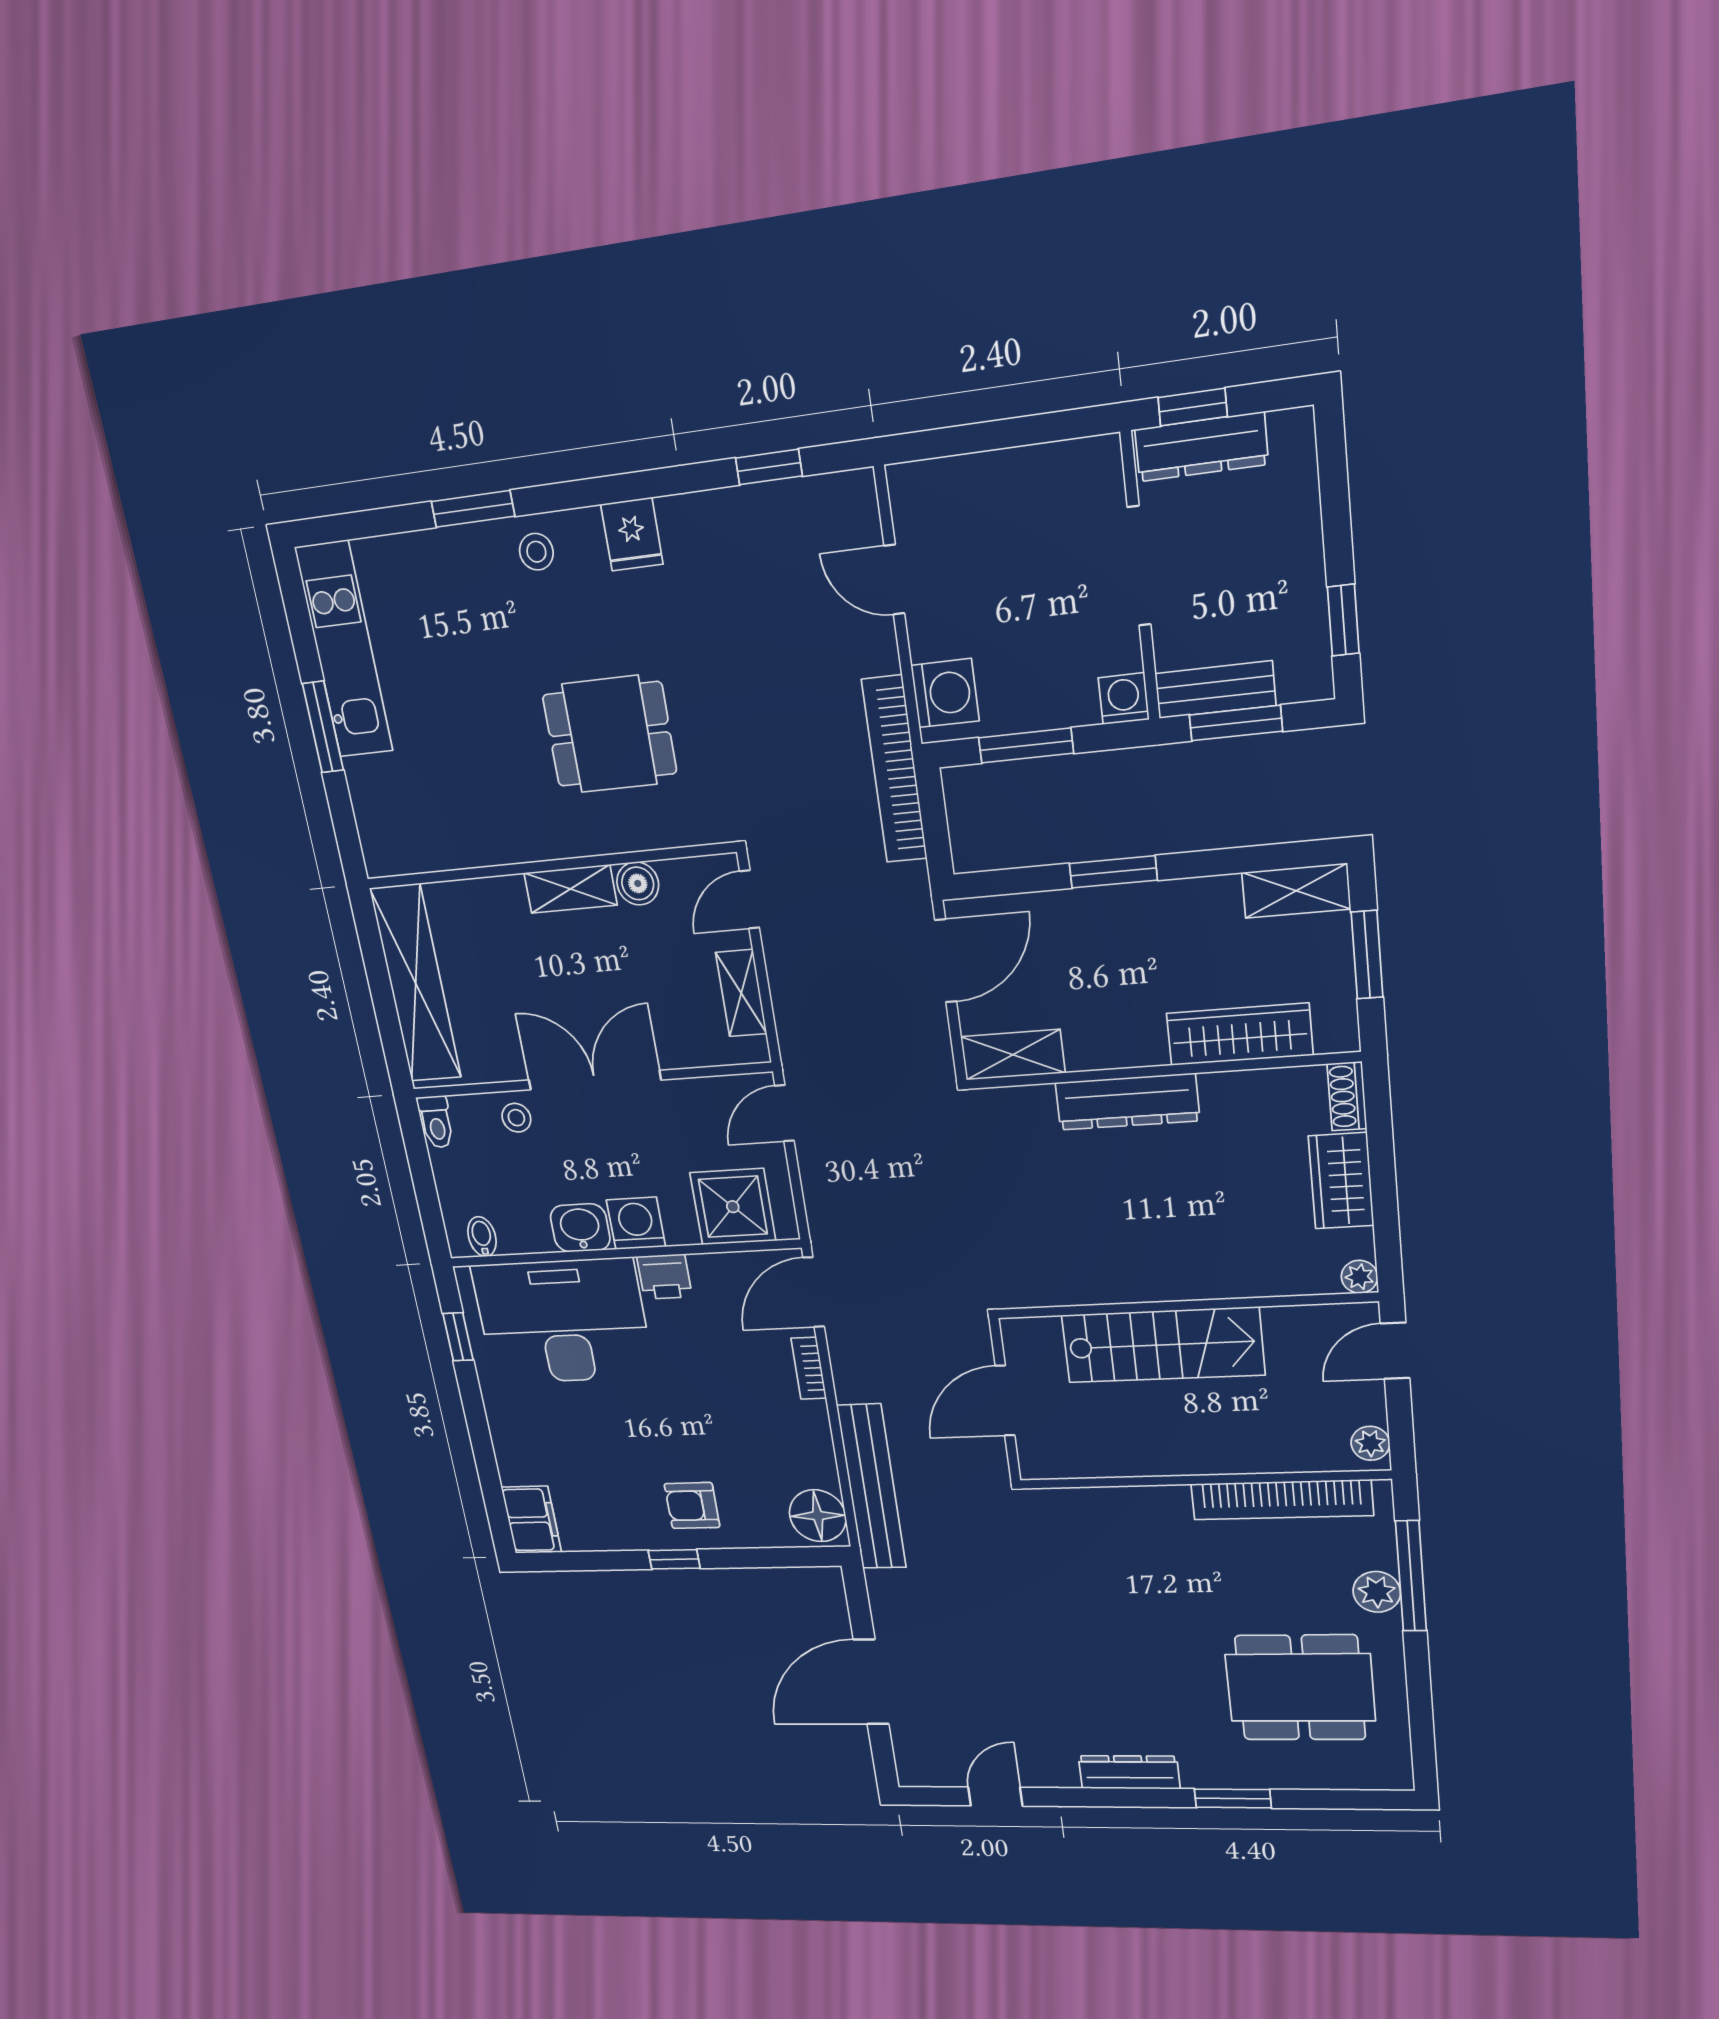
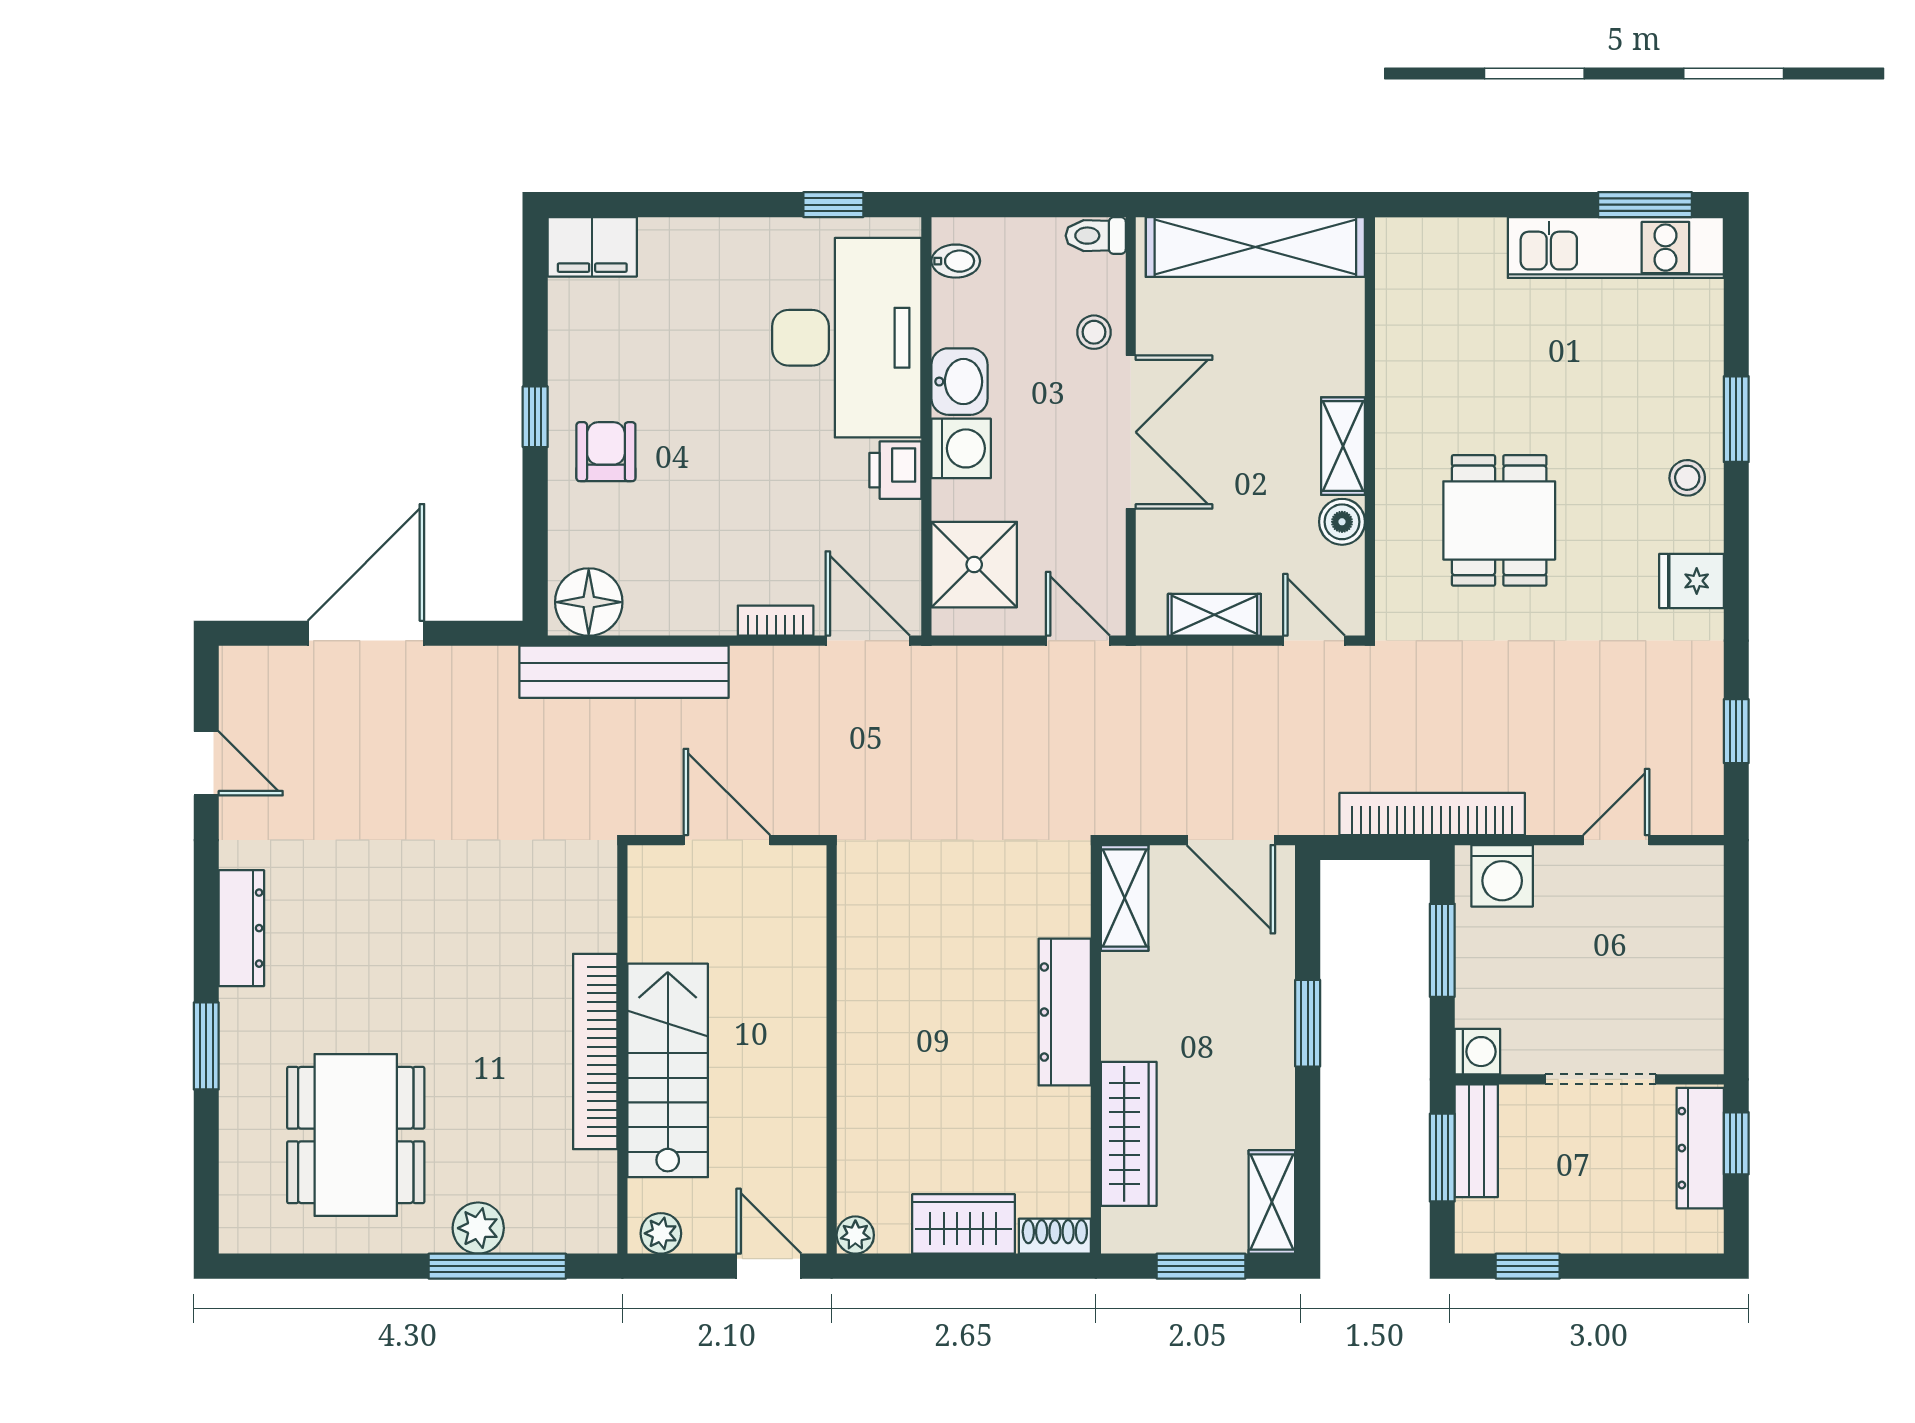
window: (323, 727) -> (1645, 205), moved
stairs: (1163, 1345) -> (668, 1070), moved, turned 180
bookcase: (1282, 1500) -> (595, 1052), moved
door: (871, 1682) -> (366, 633), hinge flipped

